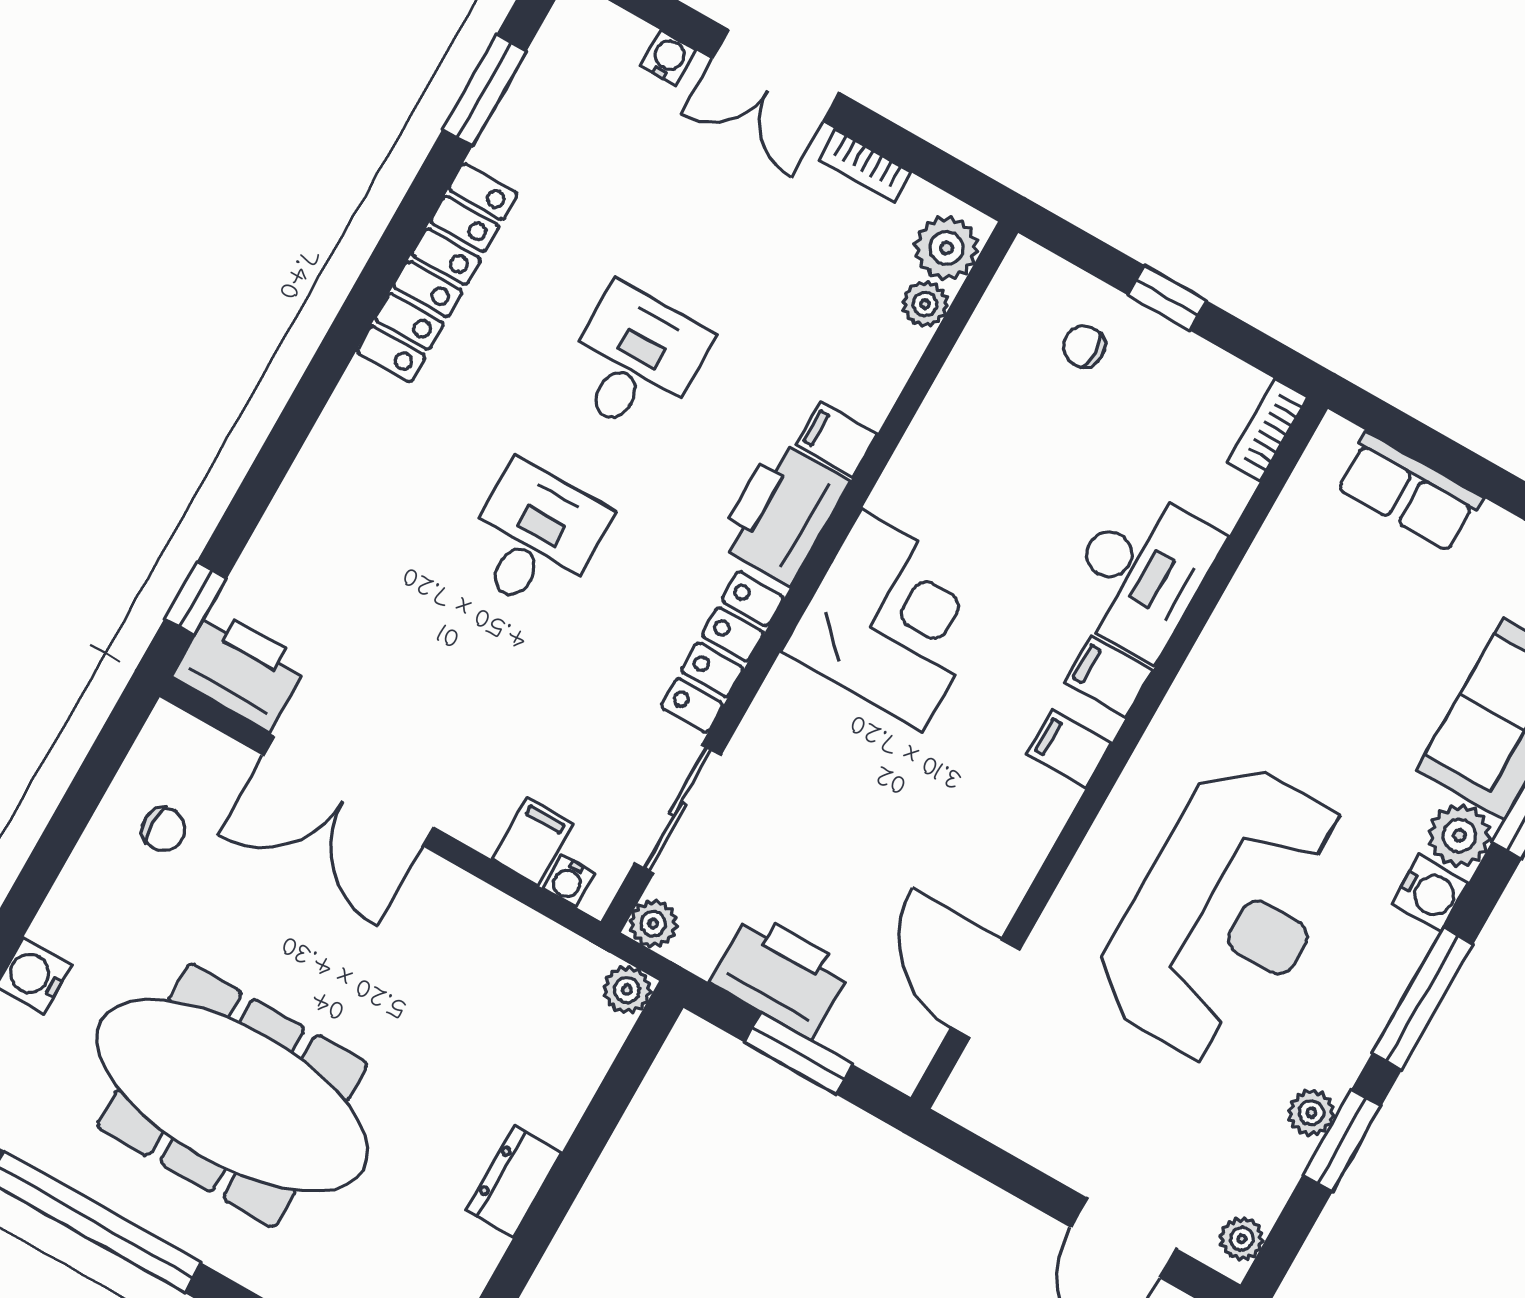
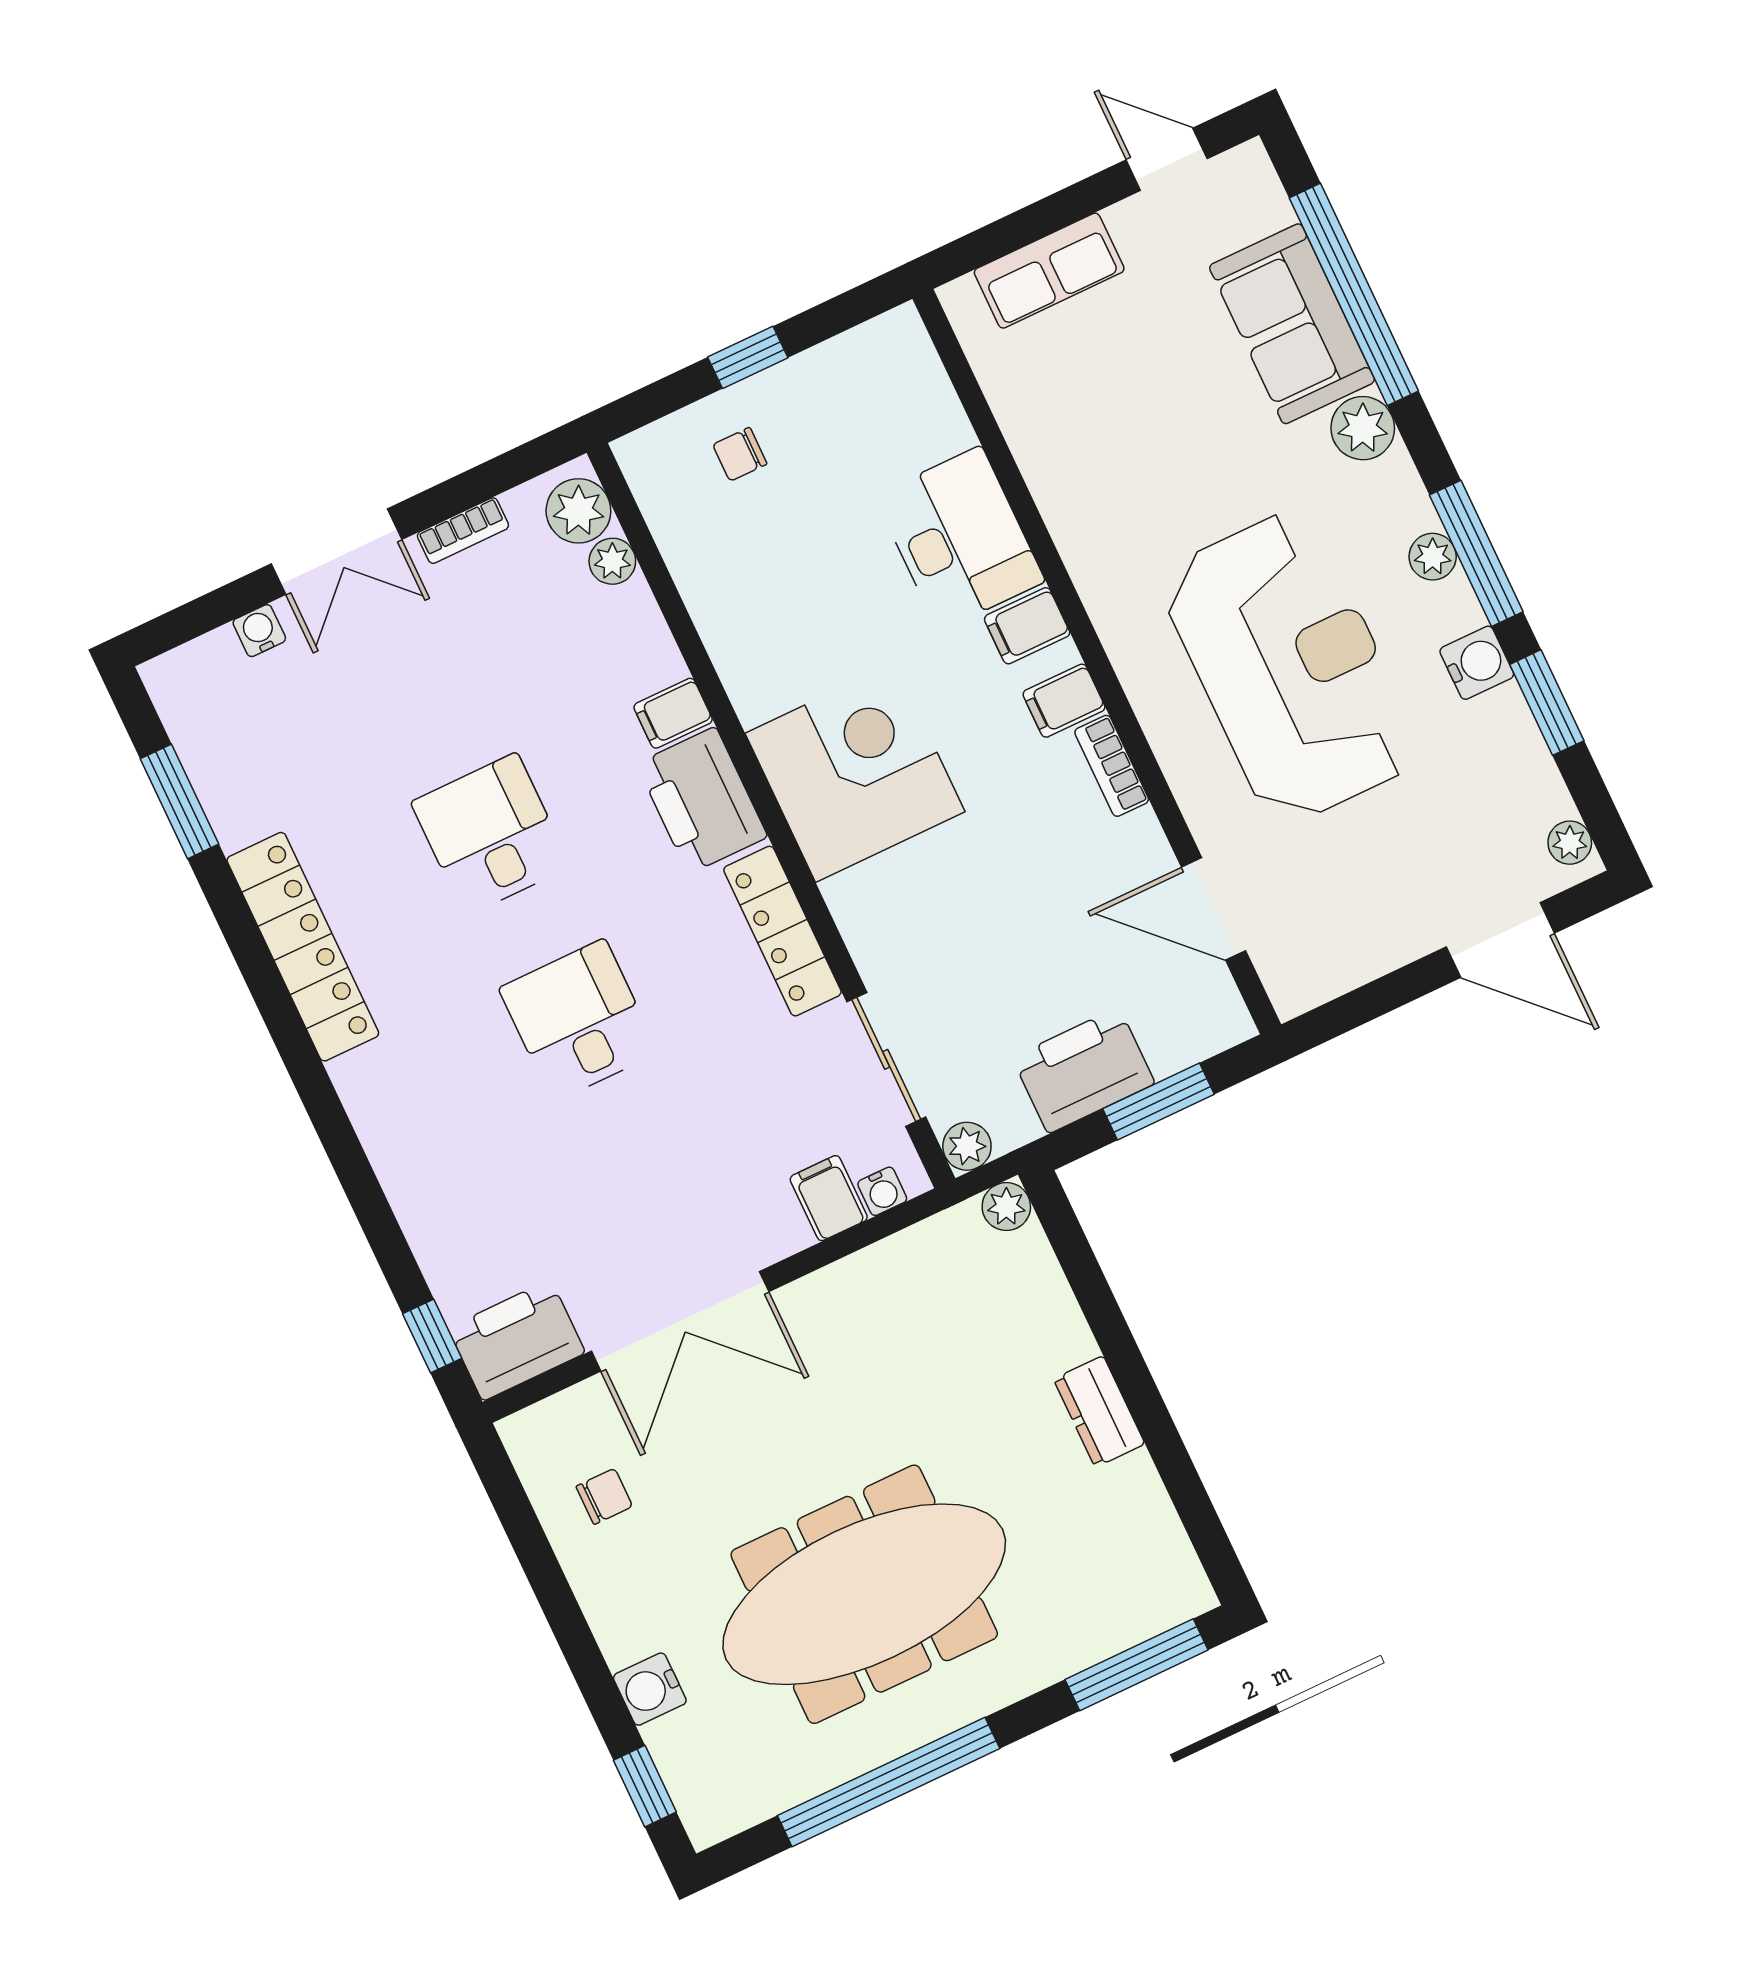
bookcase: (1267, 430) -> (1112, 766), moved
water cooler: (1430, 893) -> (1477, 663), moved
plant: (1311, 1113) -> (1433, 557), moved

